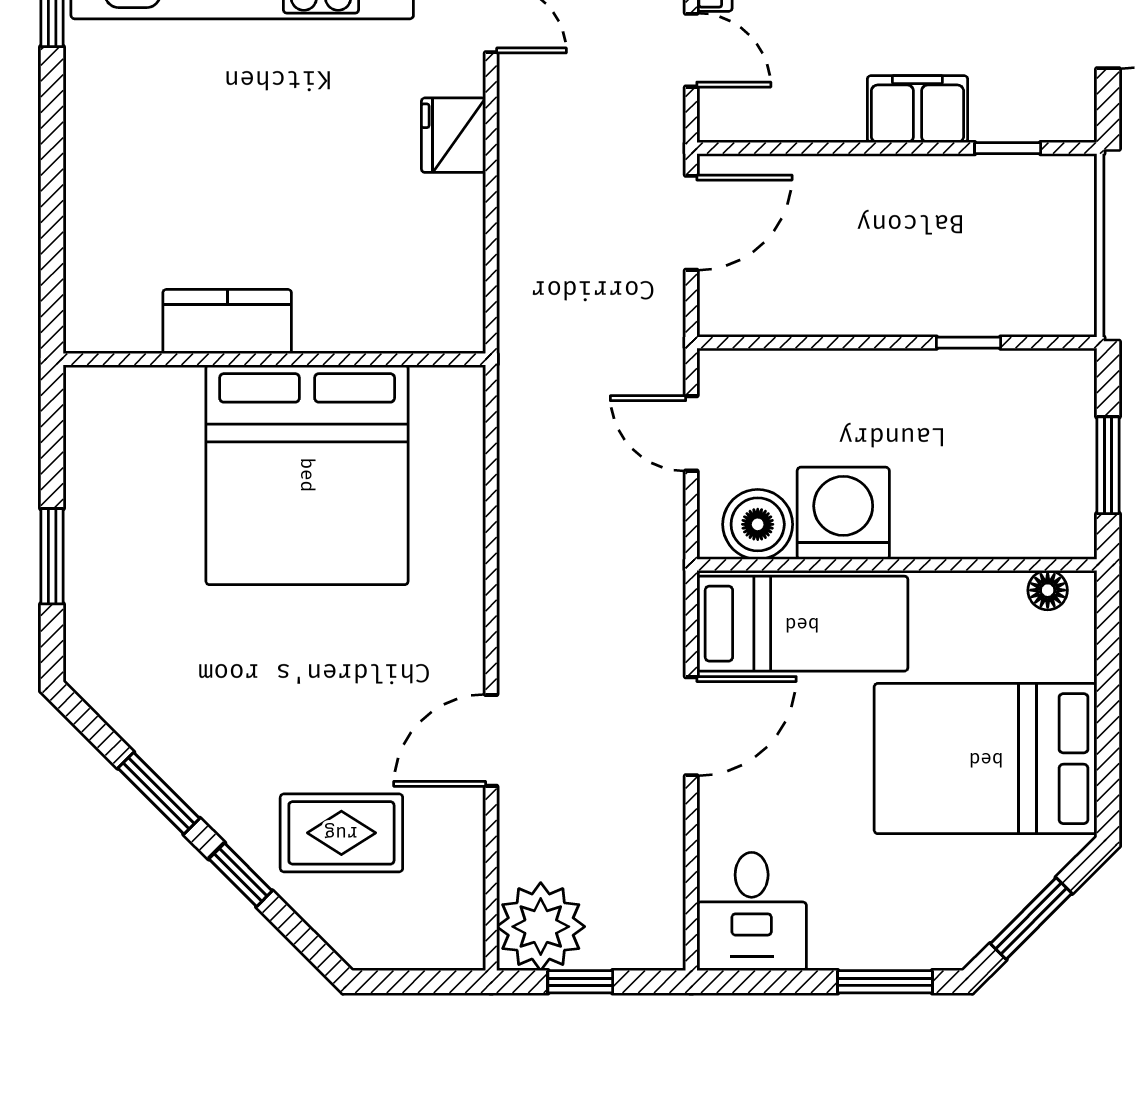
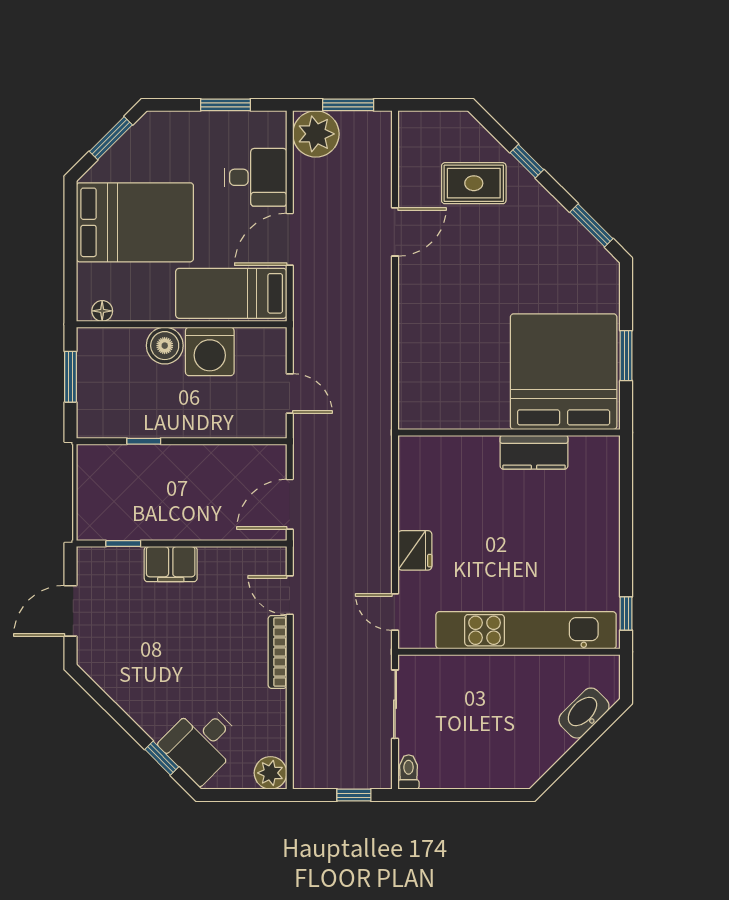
bed: (307, 475) -> (564, 372), moved
boiler: (758, 524) -> (165, 346), moved
window: (52, 556) -> (626, 356), moved
window: (159, 793) -> (591, 225), moved
desk: (752, 911) -> (256, 177), moved, turned 90
plant: (541, 927) -> (316, 134), moved
window: (580, 982) -> (348, 105), width x1.50
window: (885, 982) -> (226, 105), moved

